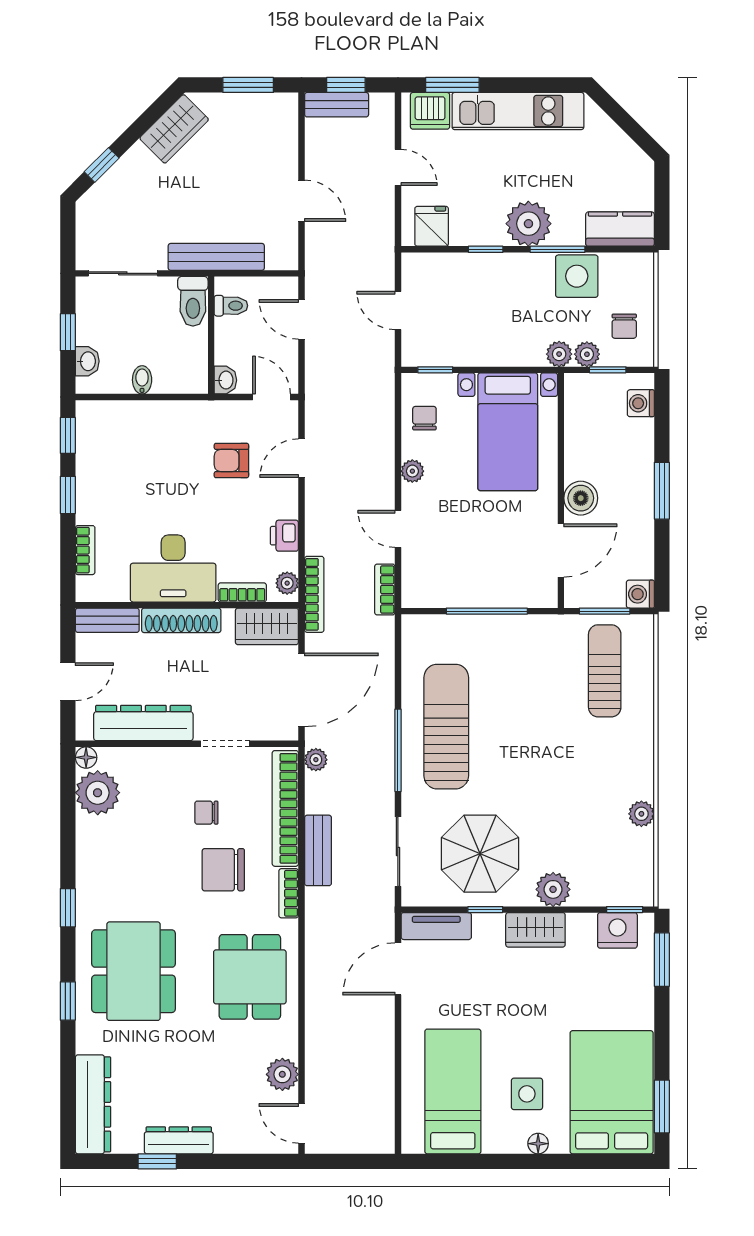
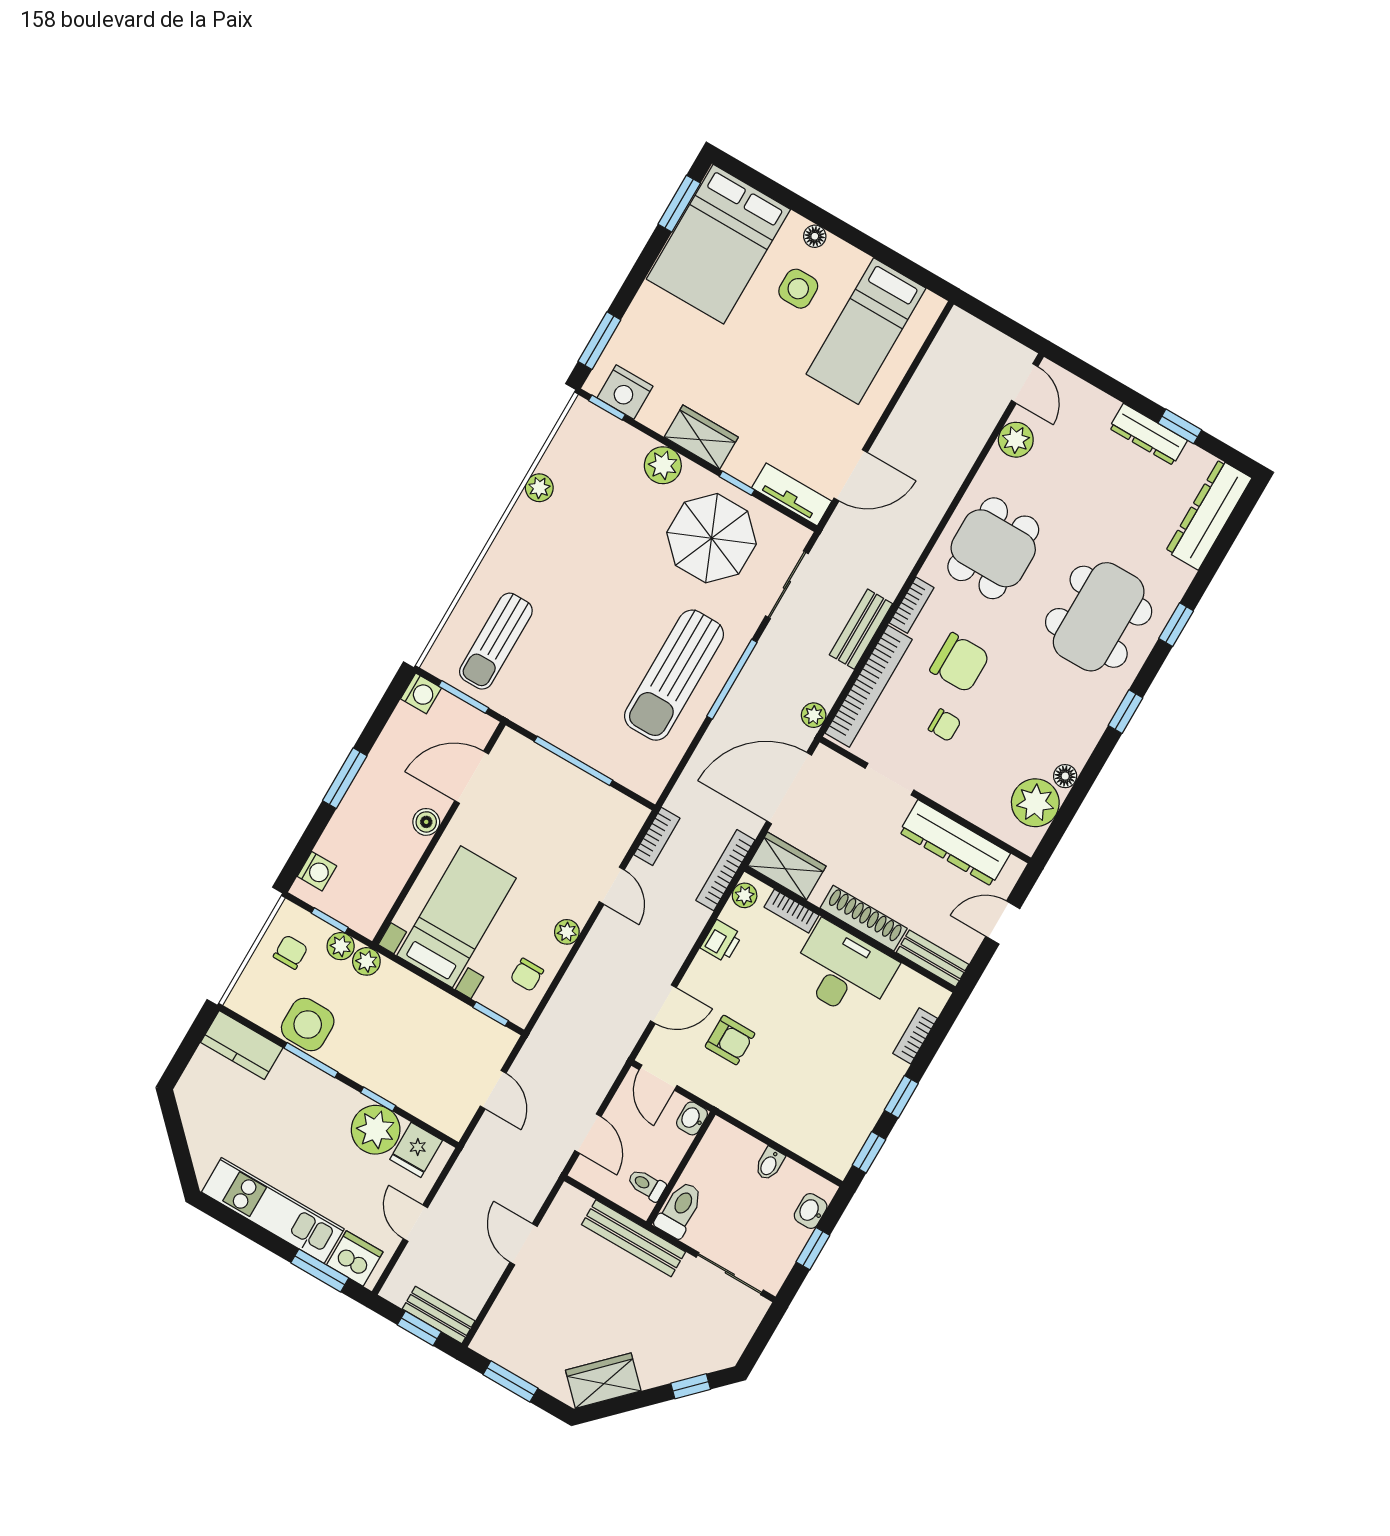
plant: (528, 224) -> (376, 1130), moved
boiler: (581, 498) -> (426, 822), width x0.73, depth x0.73
floor lamp: (86, 757) -> (1065, 776), moved

